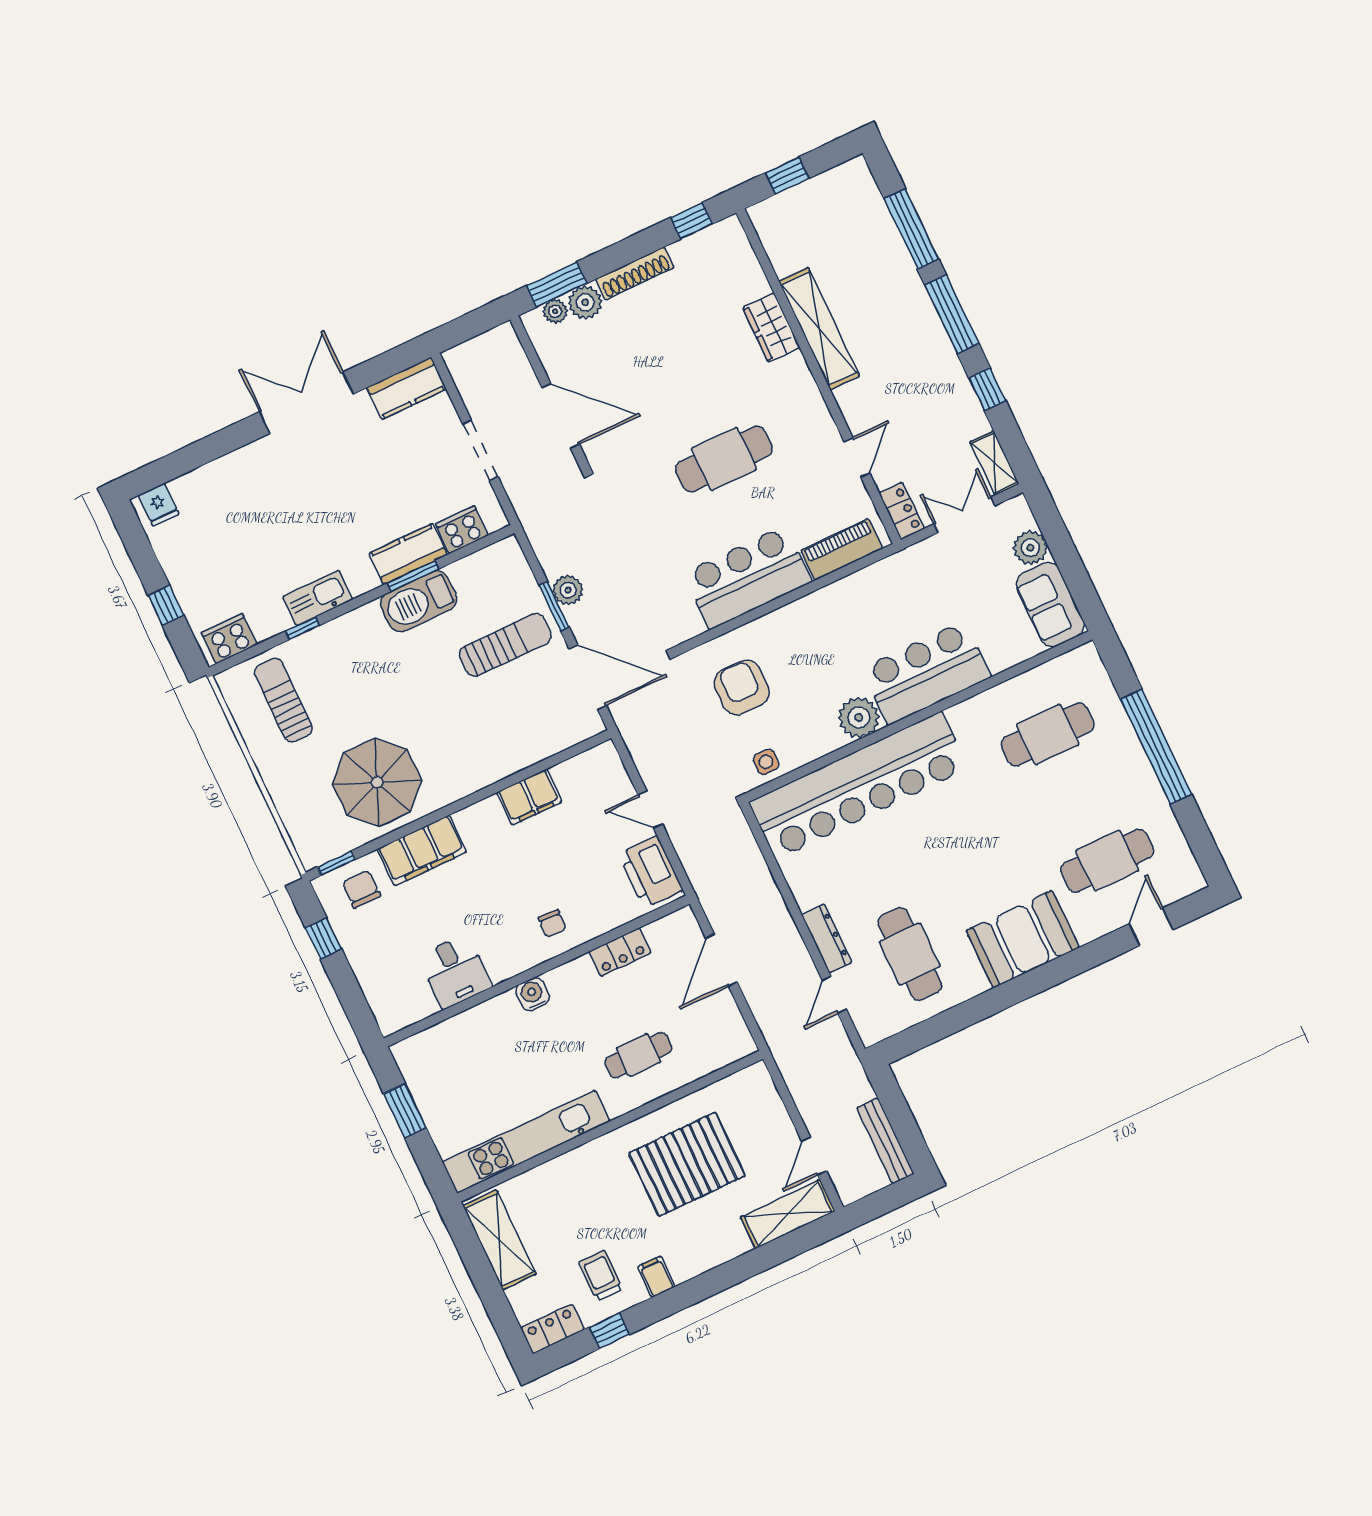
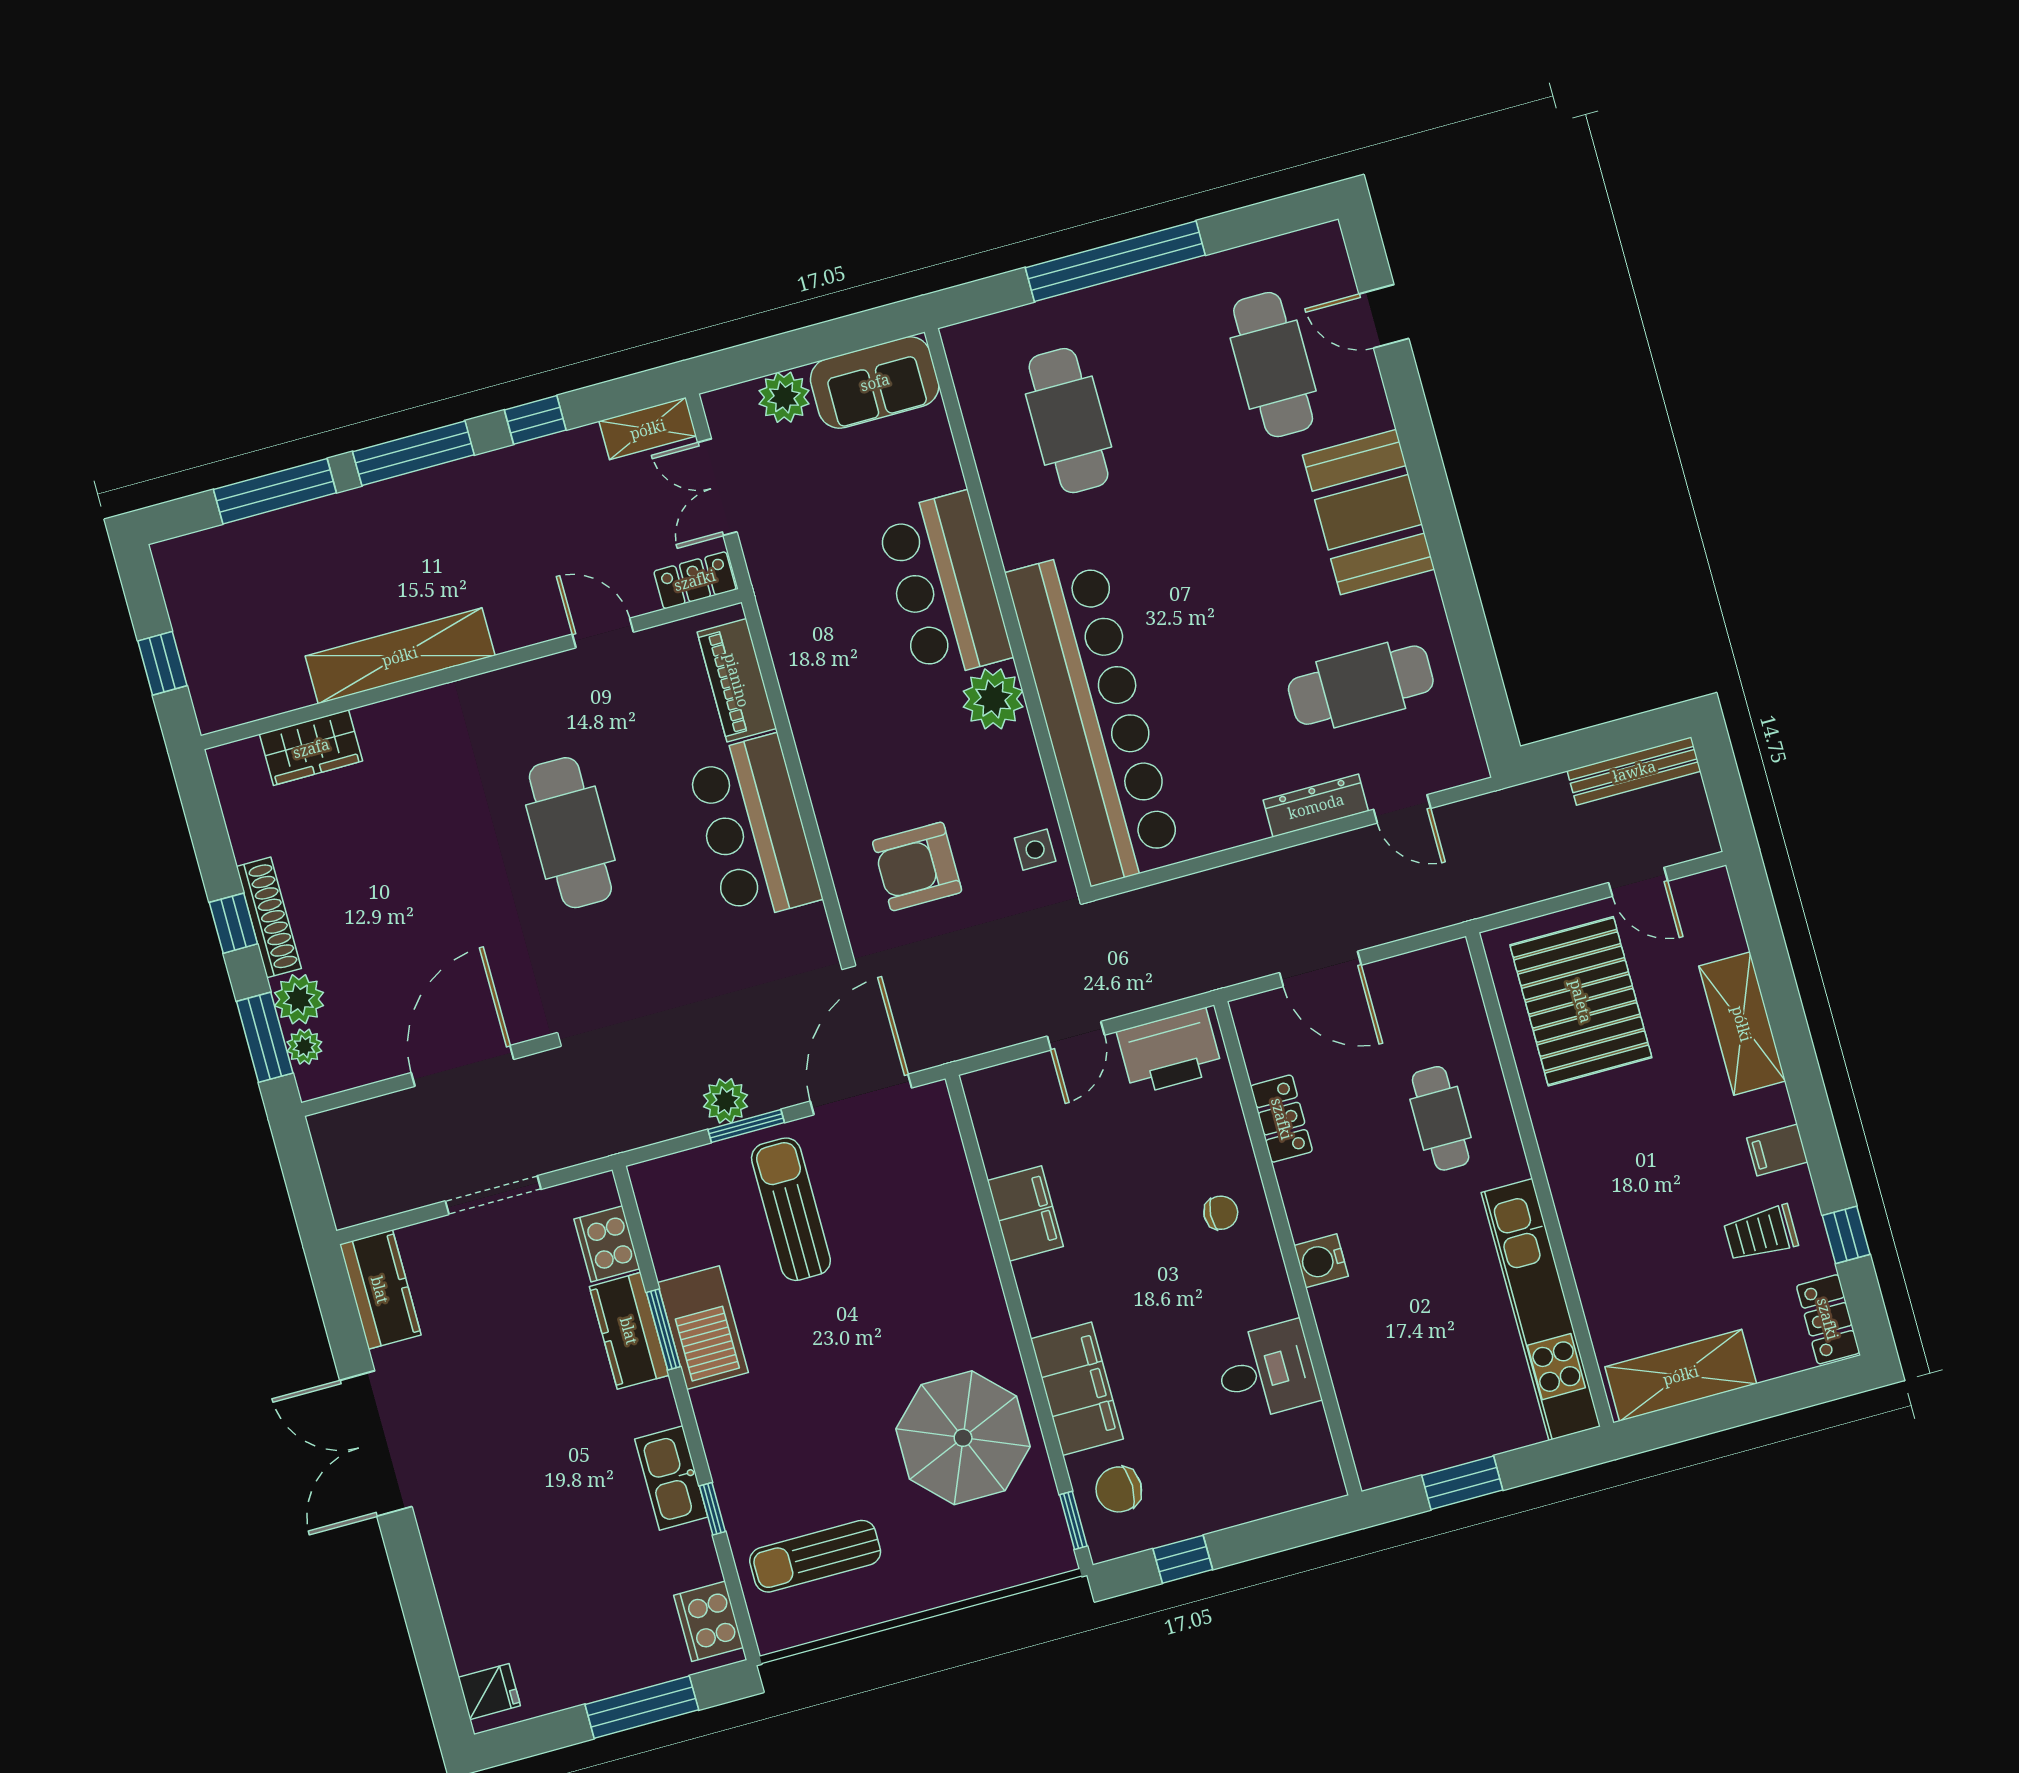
window: (691, 221) -> (233, 923), moved
wardrobe: (771, 328) -> (311, 748), moved
window: (166, 605) -> (642, 1707), width x2.17
pallet: (687, 1164) -> (1581, 1001), moved
shelving: (788, 1214) -> (1742, 1024), moved

